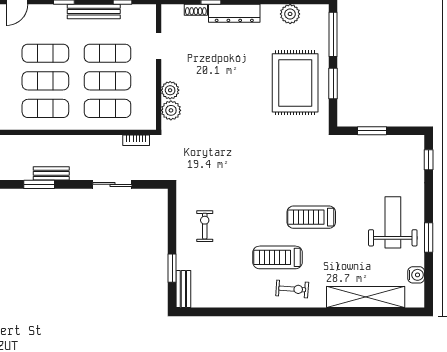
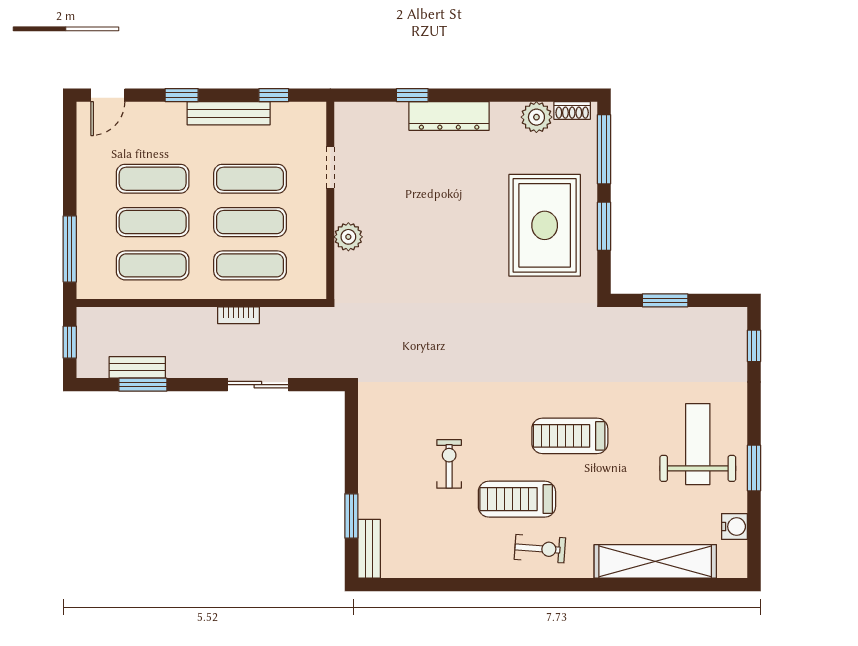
shoe rack: (196, 10) -> (572, 111), moved
plant: (171, 110) -> (350, 268), removed
bookcase: (136, 140) -> (238, 315), moved
bench: (51, 173) -> (137, 367), moved
exercise bike: (205, 226) -> (449, 464), moved

